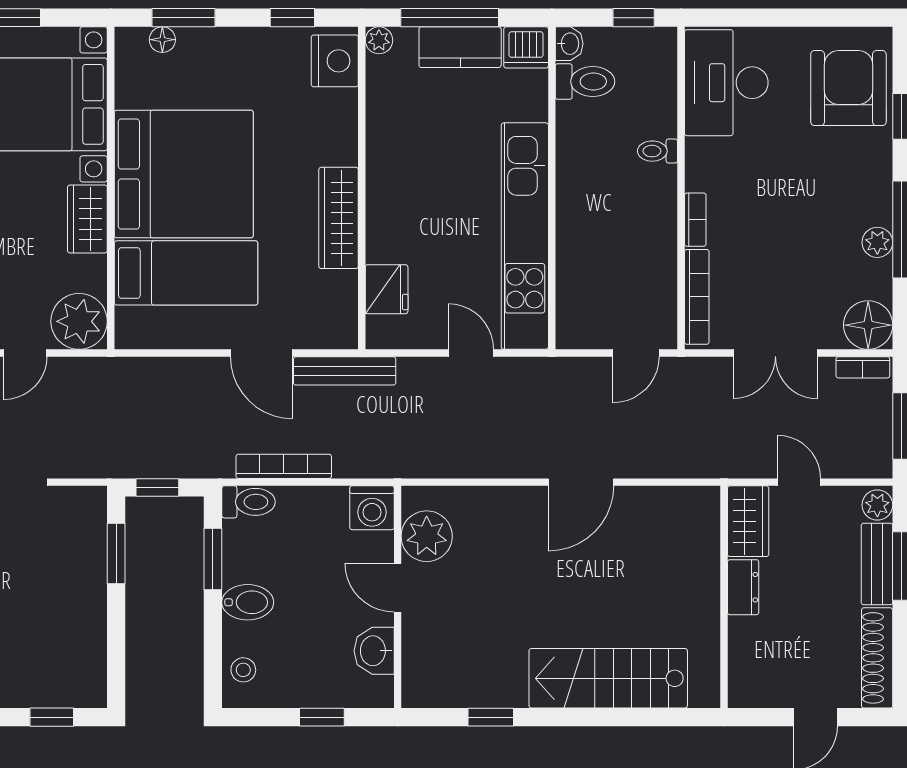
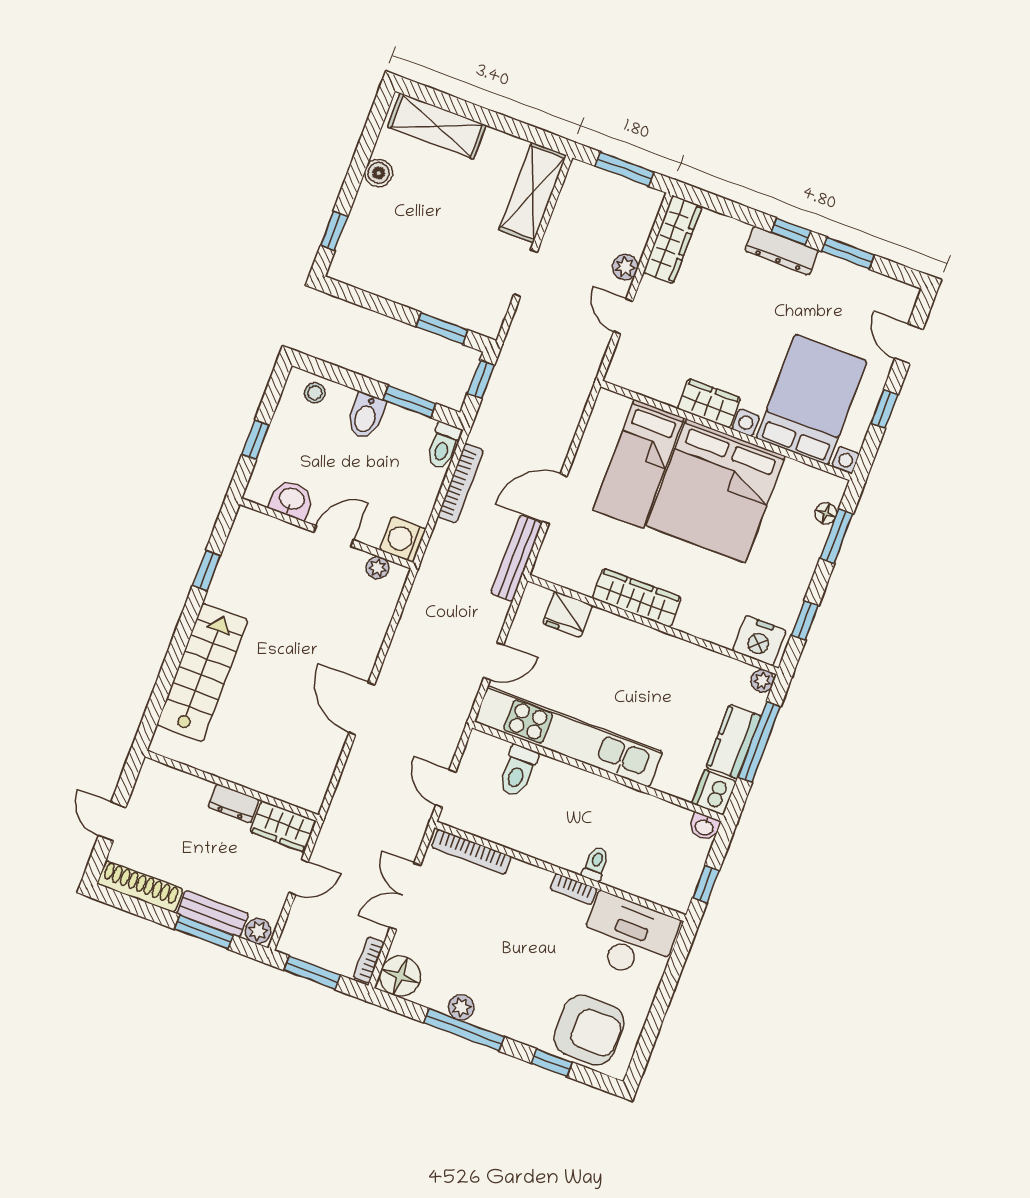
toilet: (585, 82) -> (518, 771), moved
bookcase: (695, 220) -> (574, 889), moved
plant: (79, 321) -> (632, 367), removed
plant: (427, 536) -> (378, 568), width x0.53, depth x0.53

